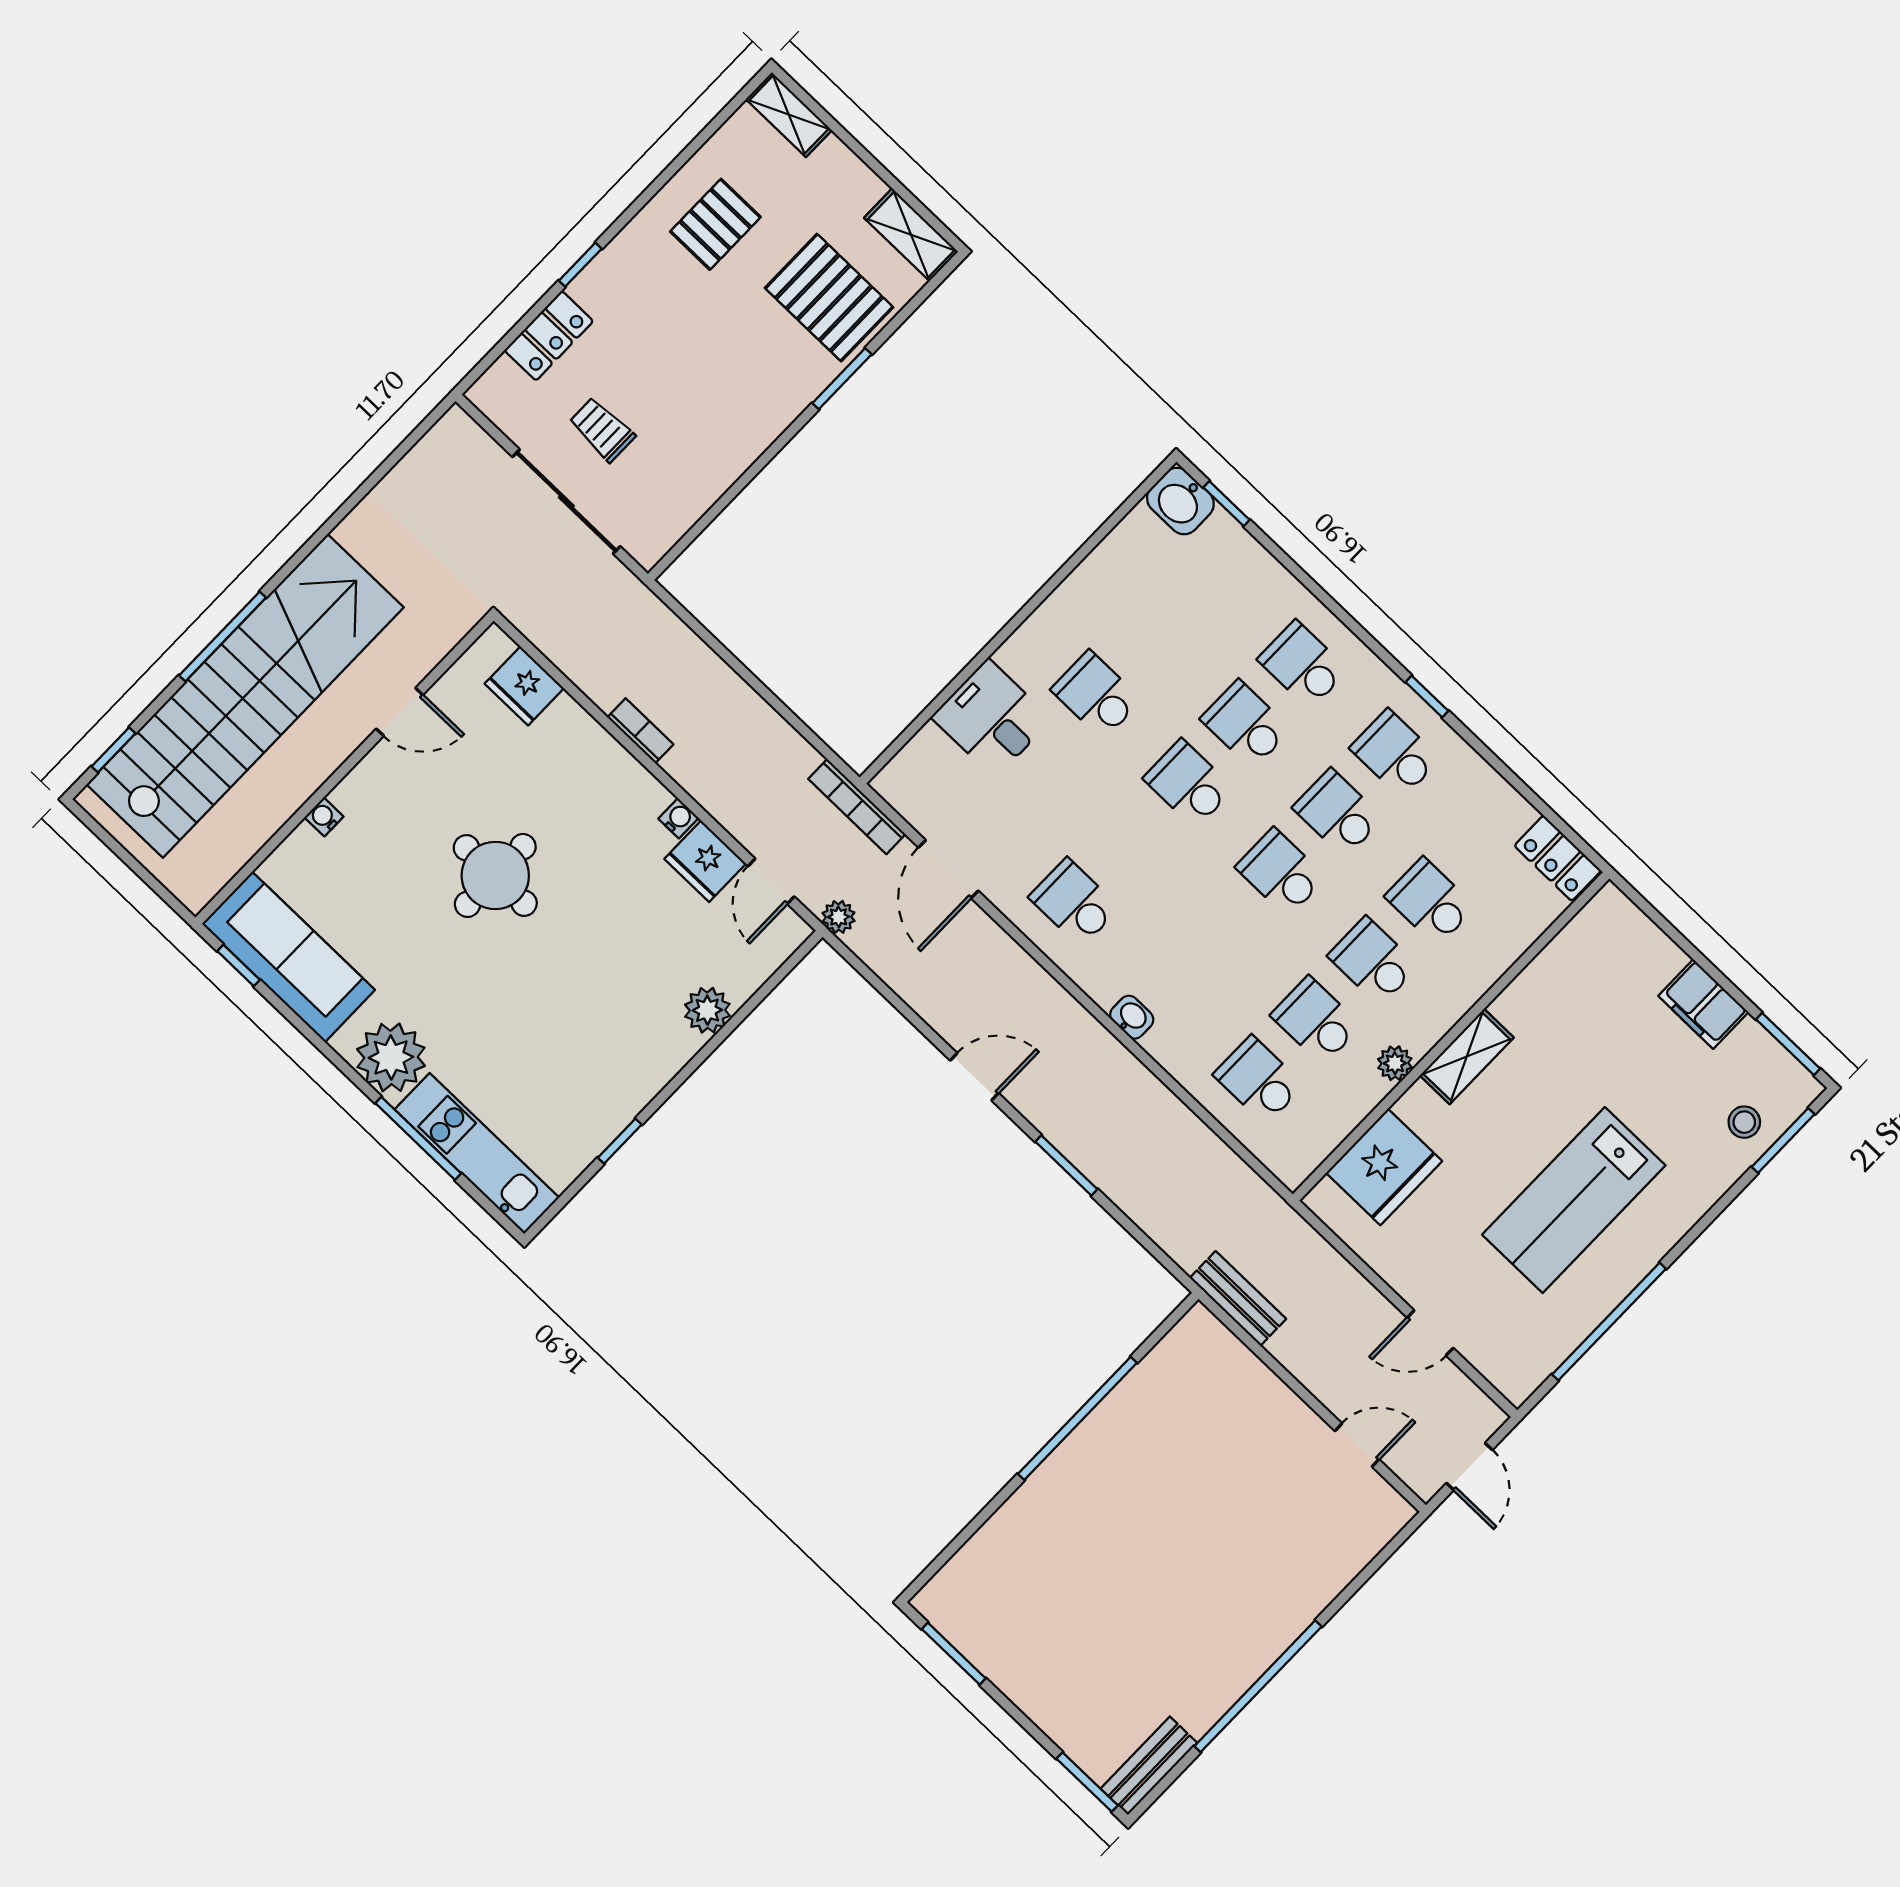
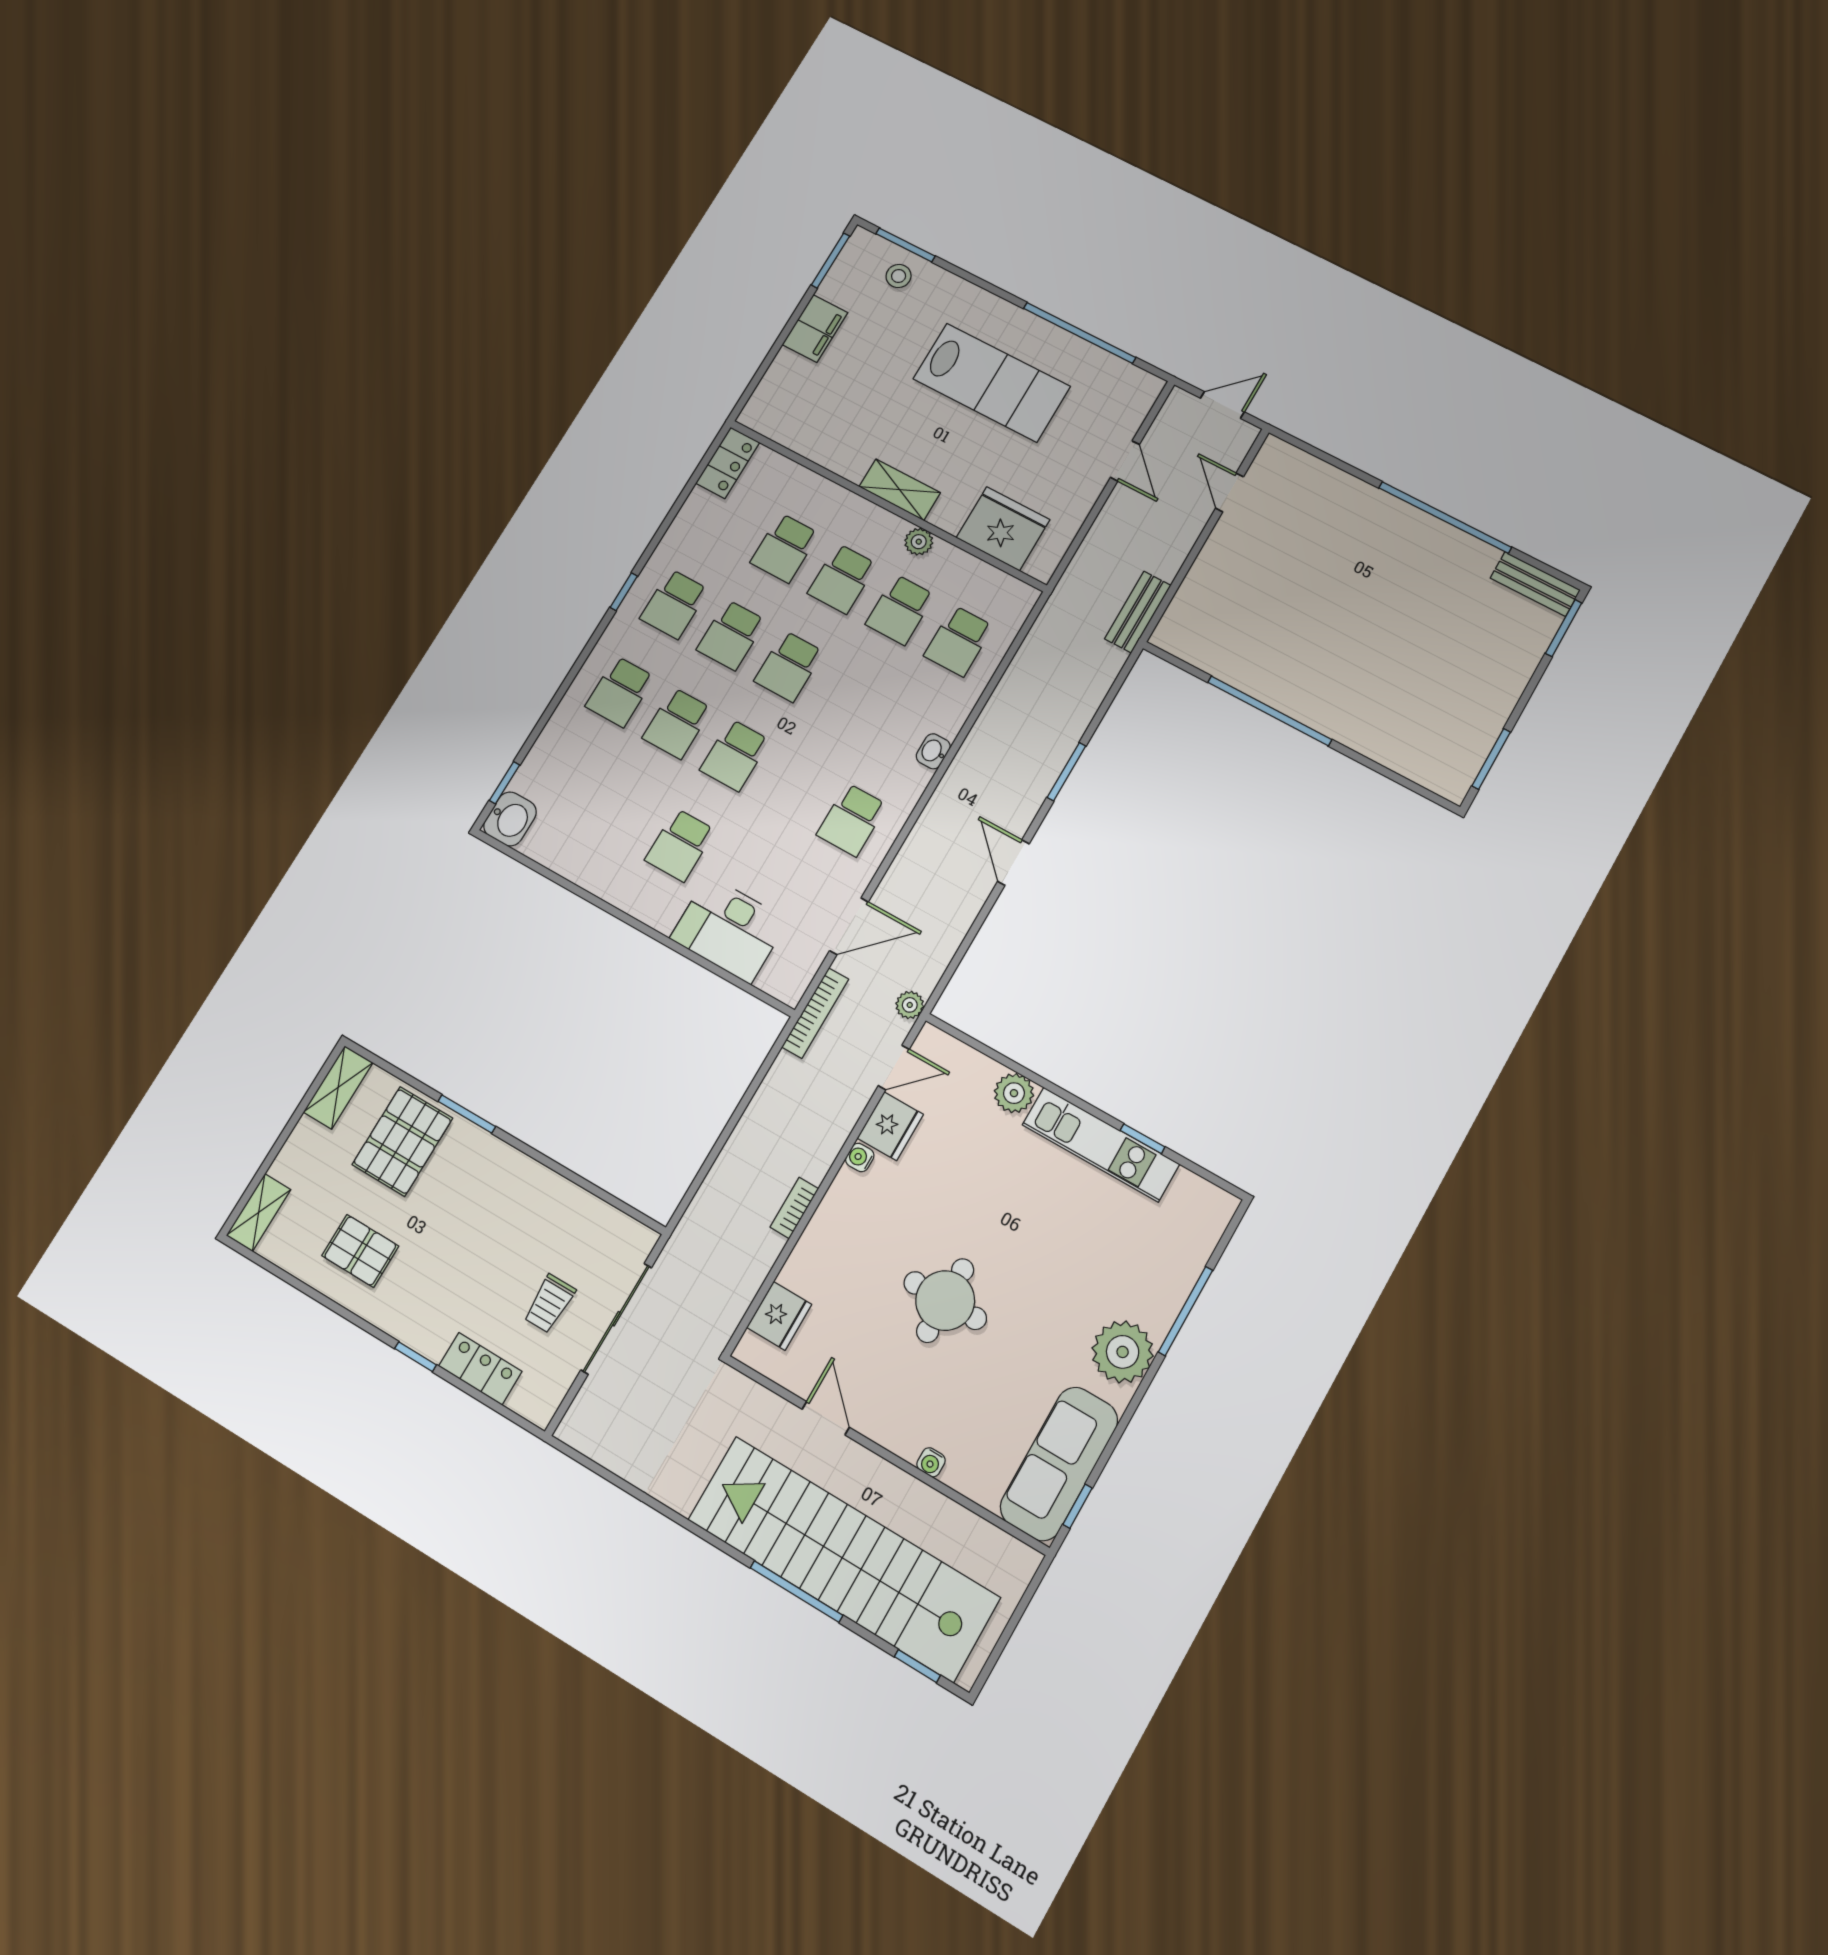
desk: (992, 718) -> (729, 929), width x1.37
kitchen unit: (477, 1153) -> (1101, 1144), moved, turned -90

